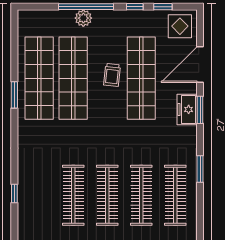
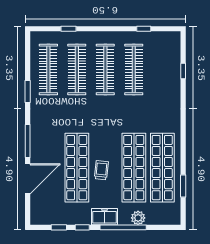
plant: (83, 18) -> (138, 218), moved
display table: (180, 26) -> (44, 211), removed
window: (14, 95) -> (183, 186), moved
freezer: (187, 109) -> (104, 217), moved, turned -90
window: (200, 110) -> (28, 141), width x1.44

